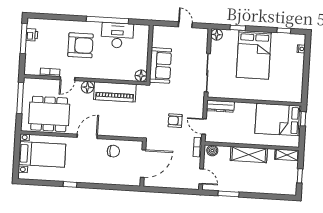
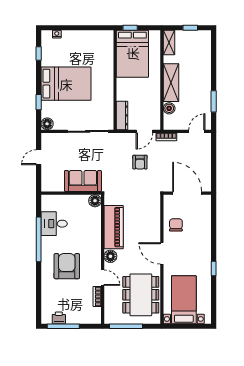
desk: (117, 35) -> (54, 224), width x0.73
boiler: (212, 151) -> (169, 108), moved

